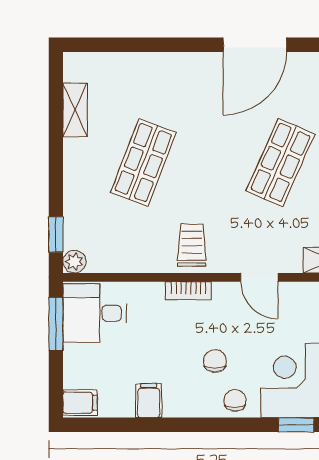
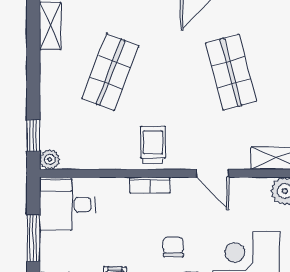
shop shelf: (280, 162) -> (231, 72), turned -39
window: (56, 324) -> (33, 238), moved

